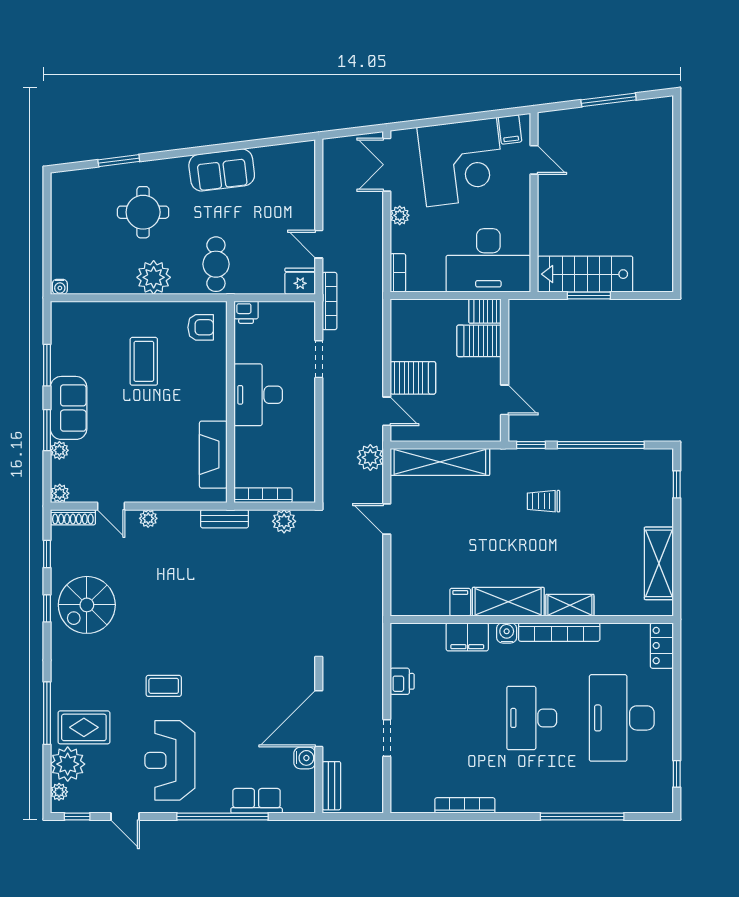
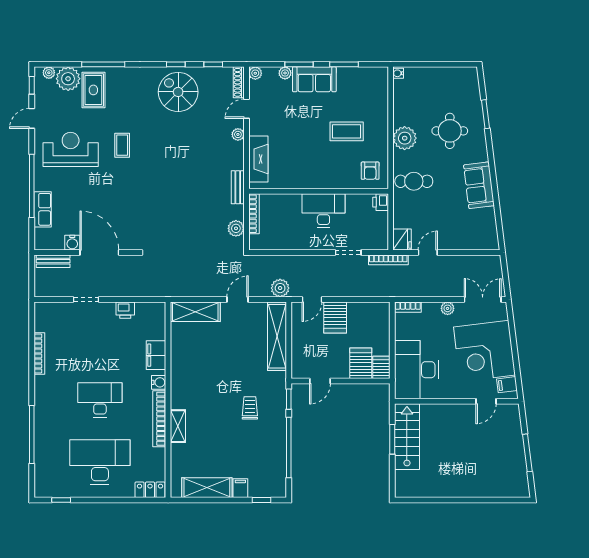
fireplace: (213, 455) -> (258, 159), moved, turned 90
filing cabinet: (460, 602) -> (240, 488), moved, turned -90
shelving: (508, 602) -> (195, 312), moved, turned 90

